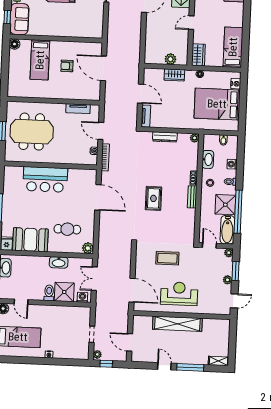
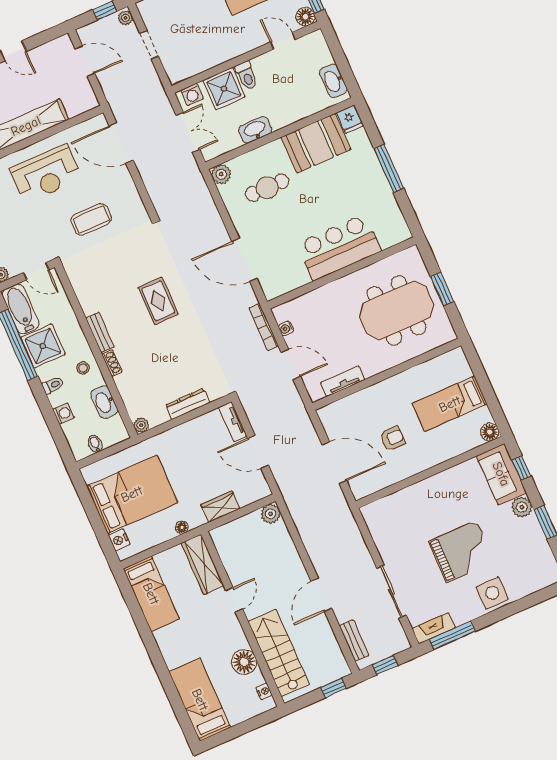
wardrobe: (198, 55) -> (203, 564), width x1.50
plant: (170, 59) -> (271, 514), moved
bed: (40, 60) -> (450, 404), moved, turned -90

